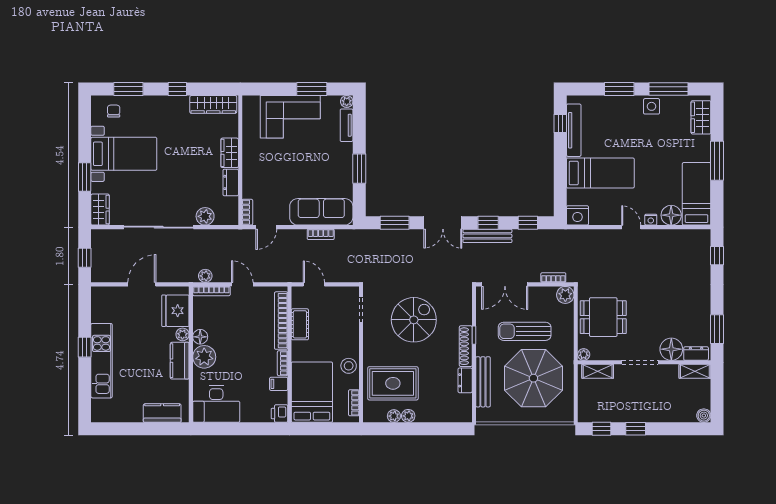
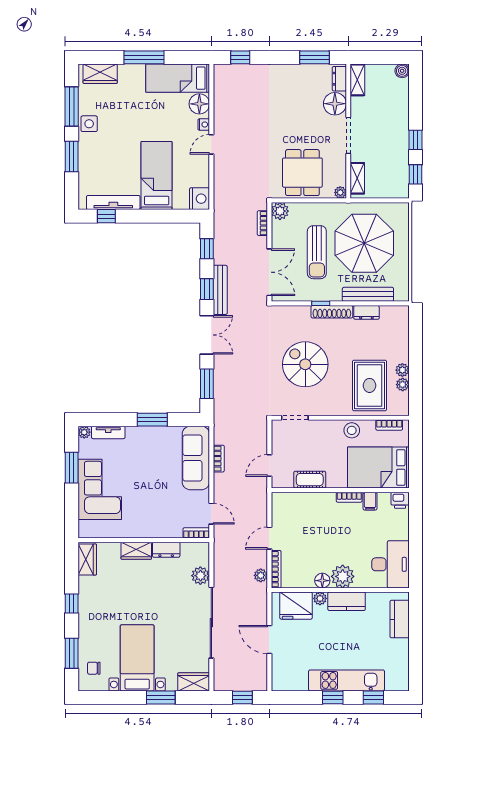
wardrobe: (213, 104) -> (87, 559), width x0.67
bookcase: (281, 321) -> (306, 499), removed
window: (85, 387) -> (373, 698), added

